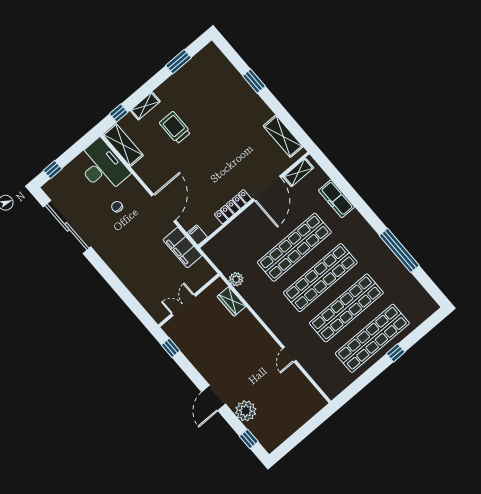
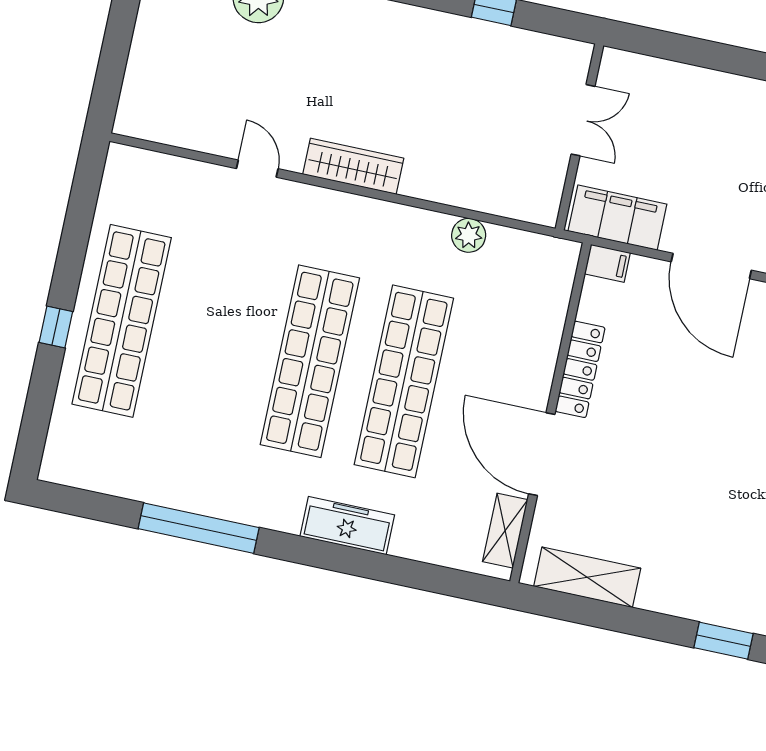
freezer: (336, 199) -> (347, 526), moved
wall: (189, 300) -> (579, 137), moved
wardrobe: (231, 301) -> (353, 166), moved, width x1.50
double door: (184, 305) -> (583, 120), moved
shop shelf: (346, 308) -> (216, 341), removed

